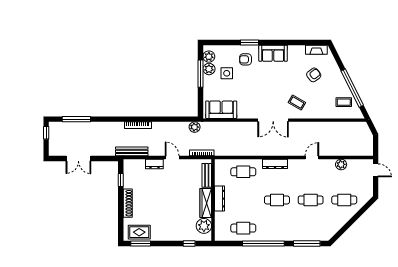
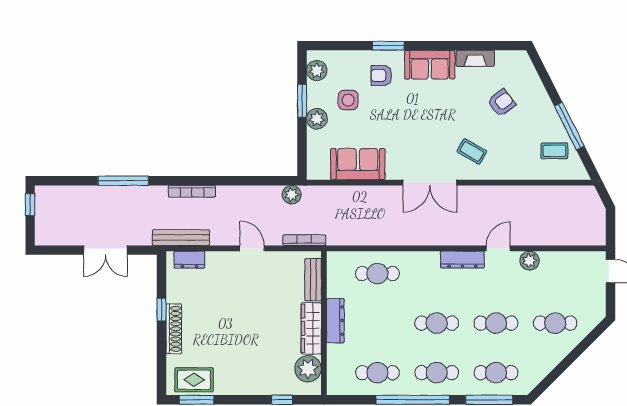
fireplace: (316, 50) -> (475, 58), moved
plant: (209, 69) -> (317, 119), moved
window: (201, 74) -> (302, 101), width x0.69
window: (352, 88) -> (569, 126), width x0.68
sofa: (221, 110) -> (358, 164), moved
window: (76, 119) -> (123, 181), moved
double door: (78, 159) -> (105, 250), moved
dresser: (154, 164) -> (189, 260), moved
dresser: (275, 164) -> (462, 260), moved
plant: (341, 164) -> (529, 261), moved
window: (121, 180) -> (162, 310), moved
cafe table: (277, 228) -> (437, 373), added
cafe table: (311, 228) -> (496, 373), added

